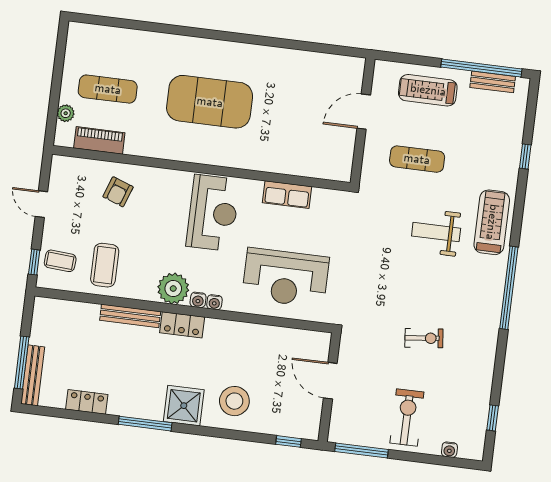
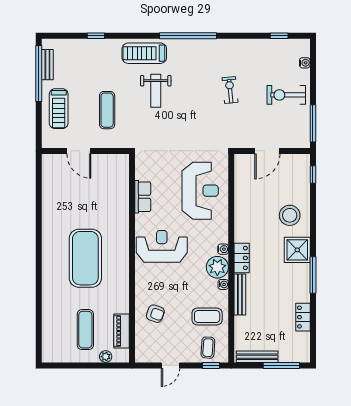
water cooler: (214, 302) -> (223, 284), moved
bench: (33, 375) -> (257, 357), moved

